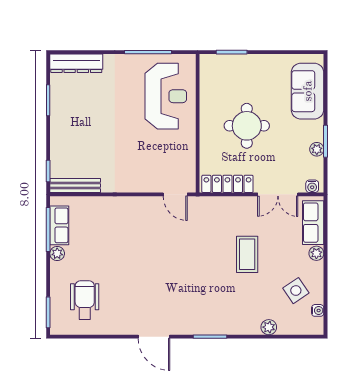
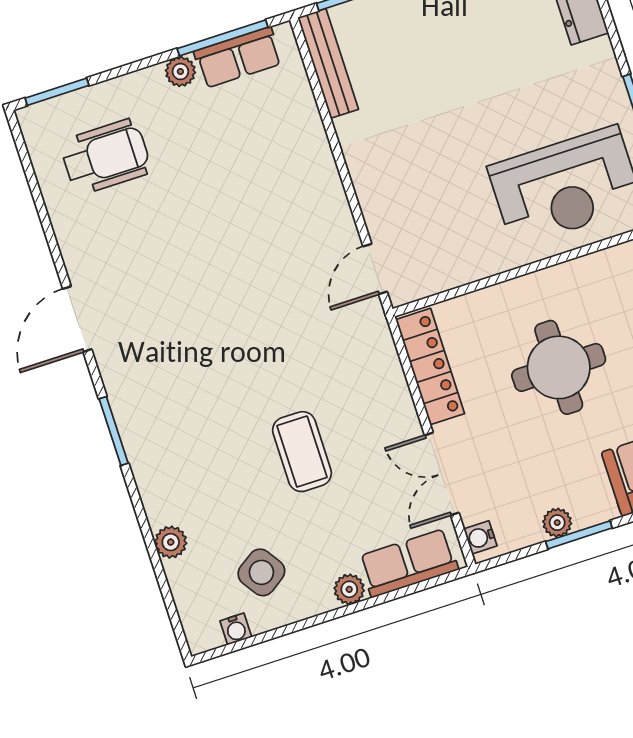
coffee table: (247, 254) -> (302, 452), turned 90

